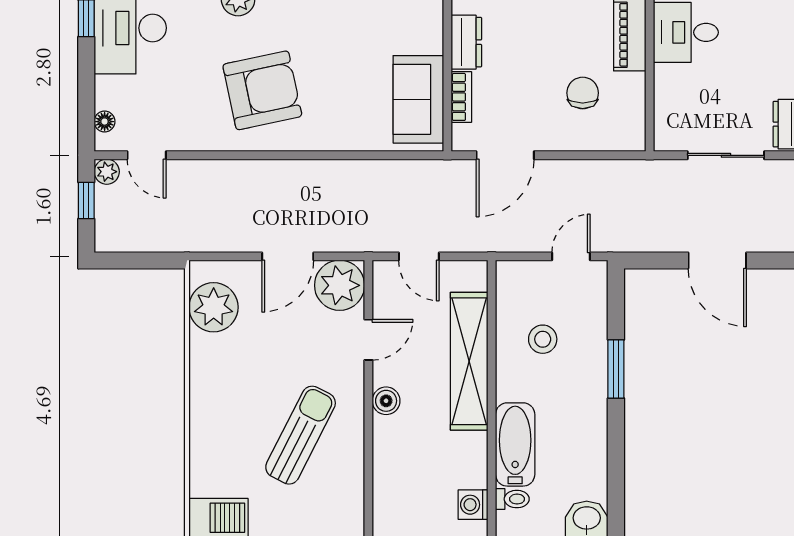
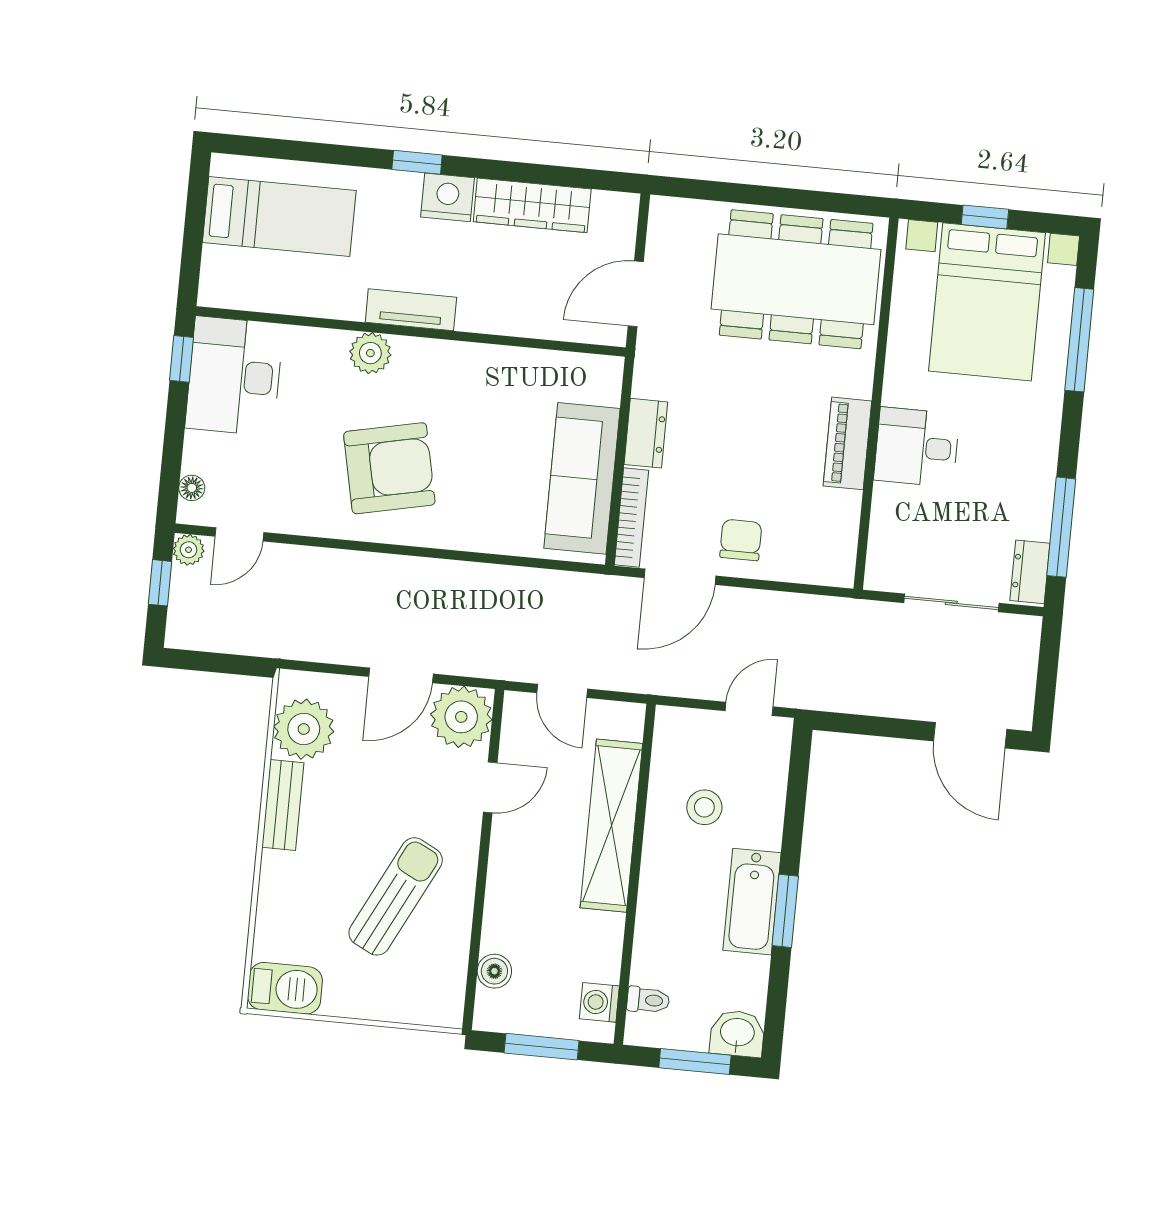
chair: (583, 93) -> (741, 540), moved
bookcase: (461, 97) -> (631, 517), width x1.56
sofa: (418, 99) -> (582, 478), width x1.36
door: (147, 155) -> (239, 534), hinge flipped
door: (717, 261) -> (970, 735), moved
window: (616, 369) -> (785, 911), moved
bench: (203, 370) -> (283, 805), added
boiler: (386, 401) -> (494, 971), moved
bathtub: (515, 444) -> (752, 902), moved, turned 180

